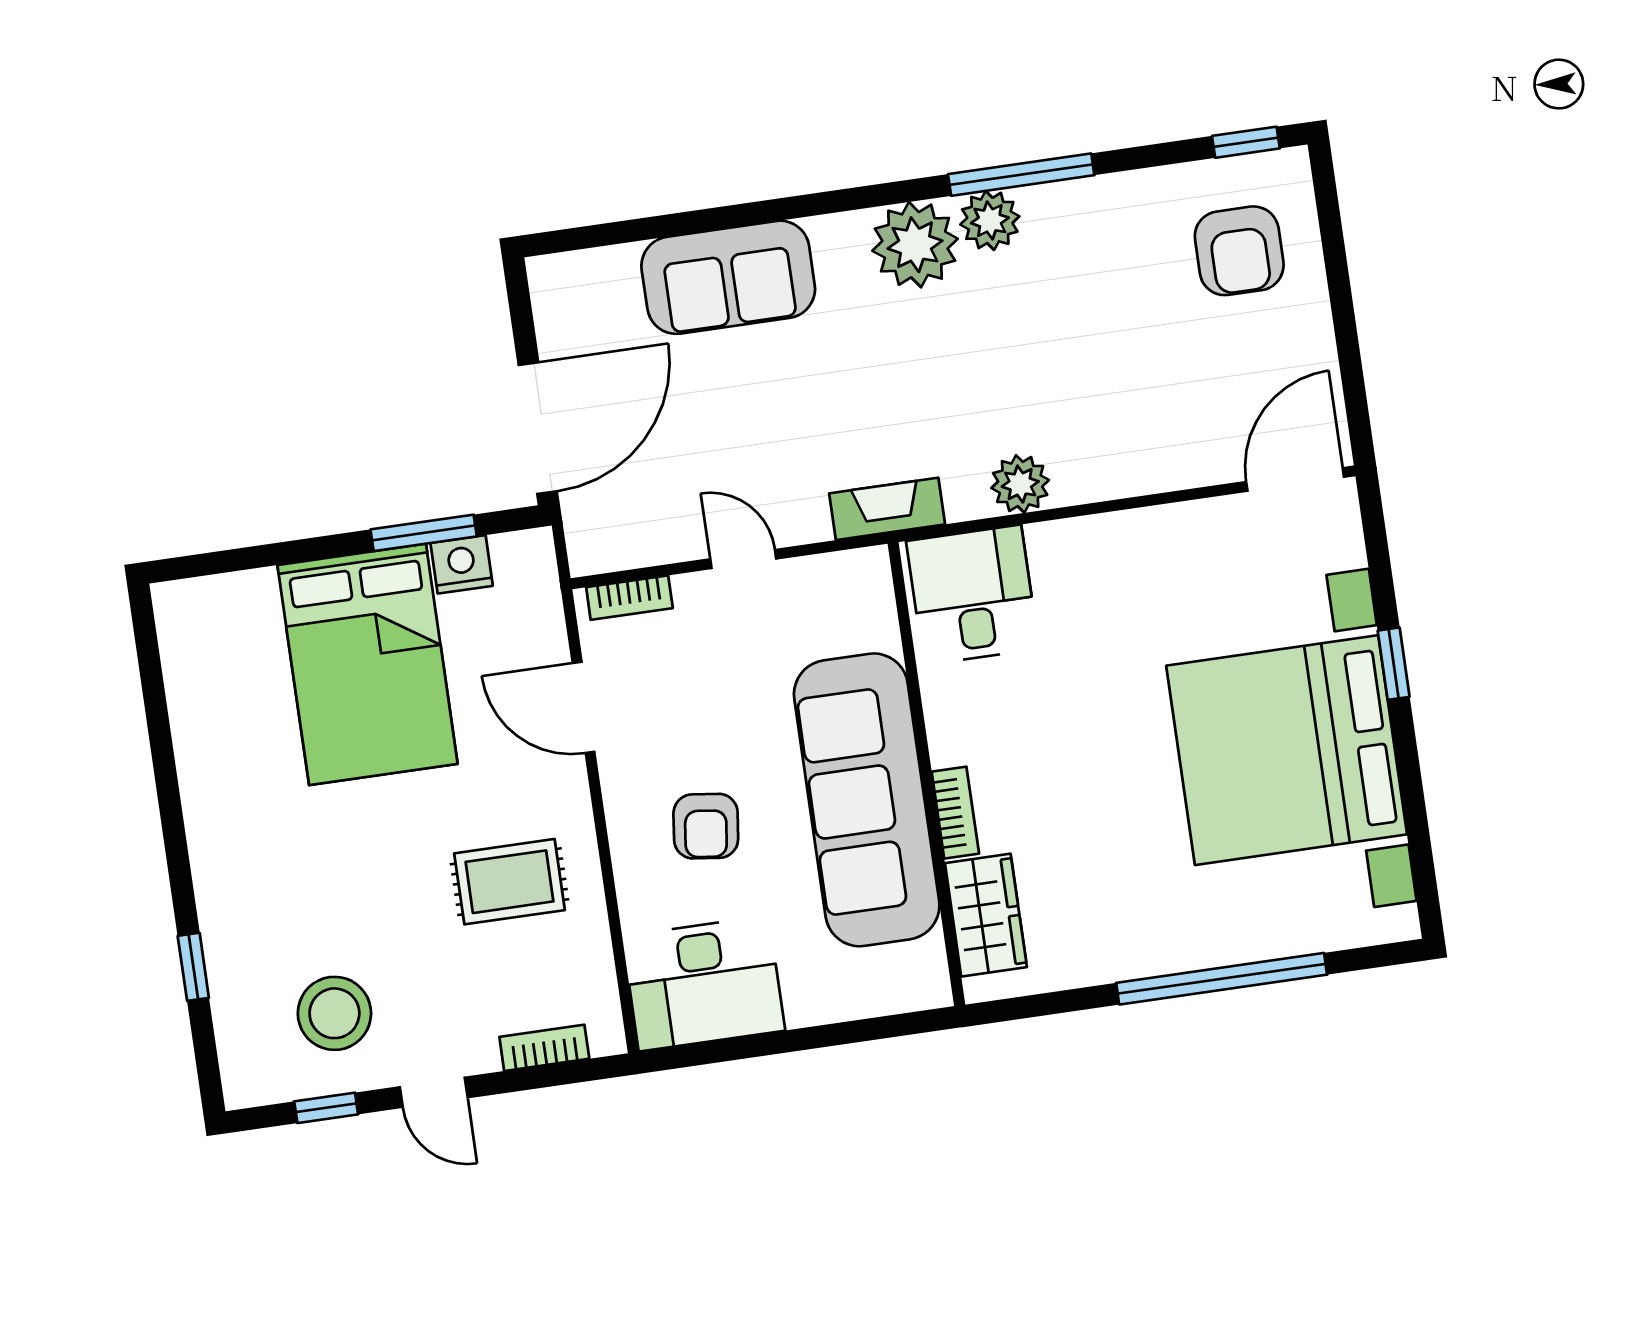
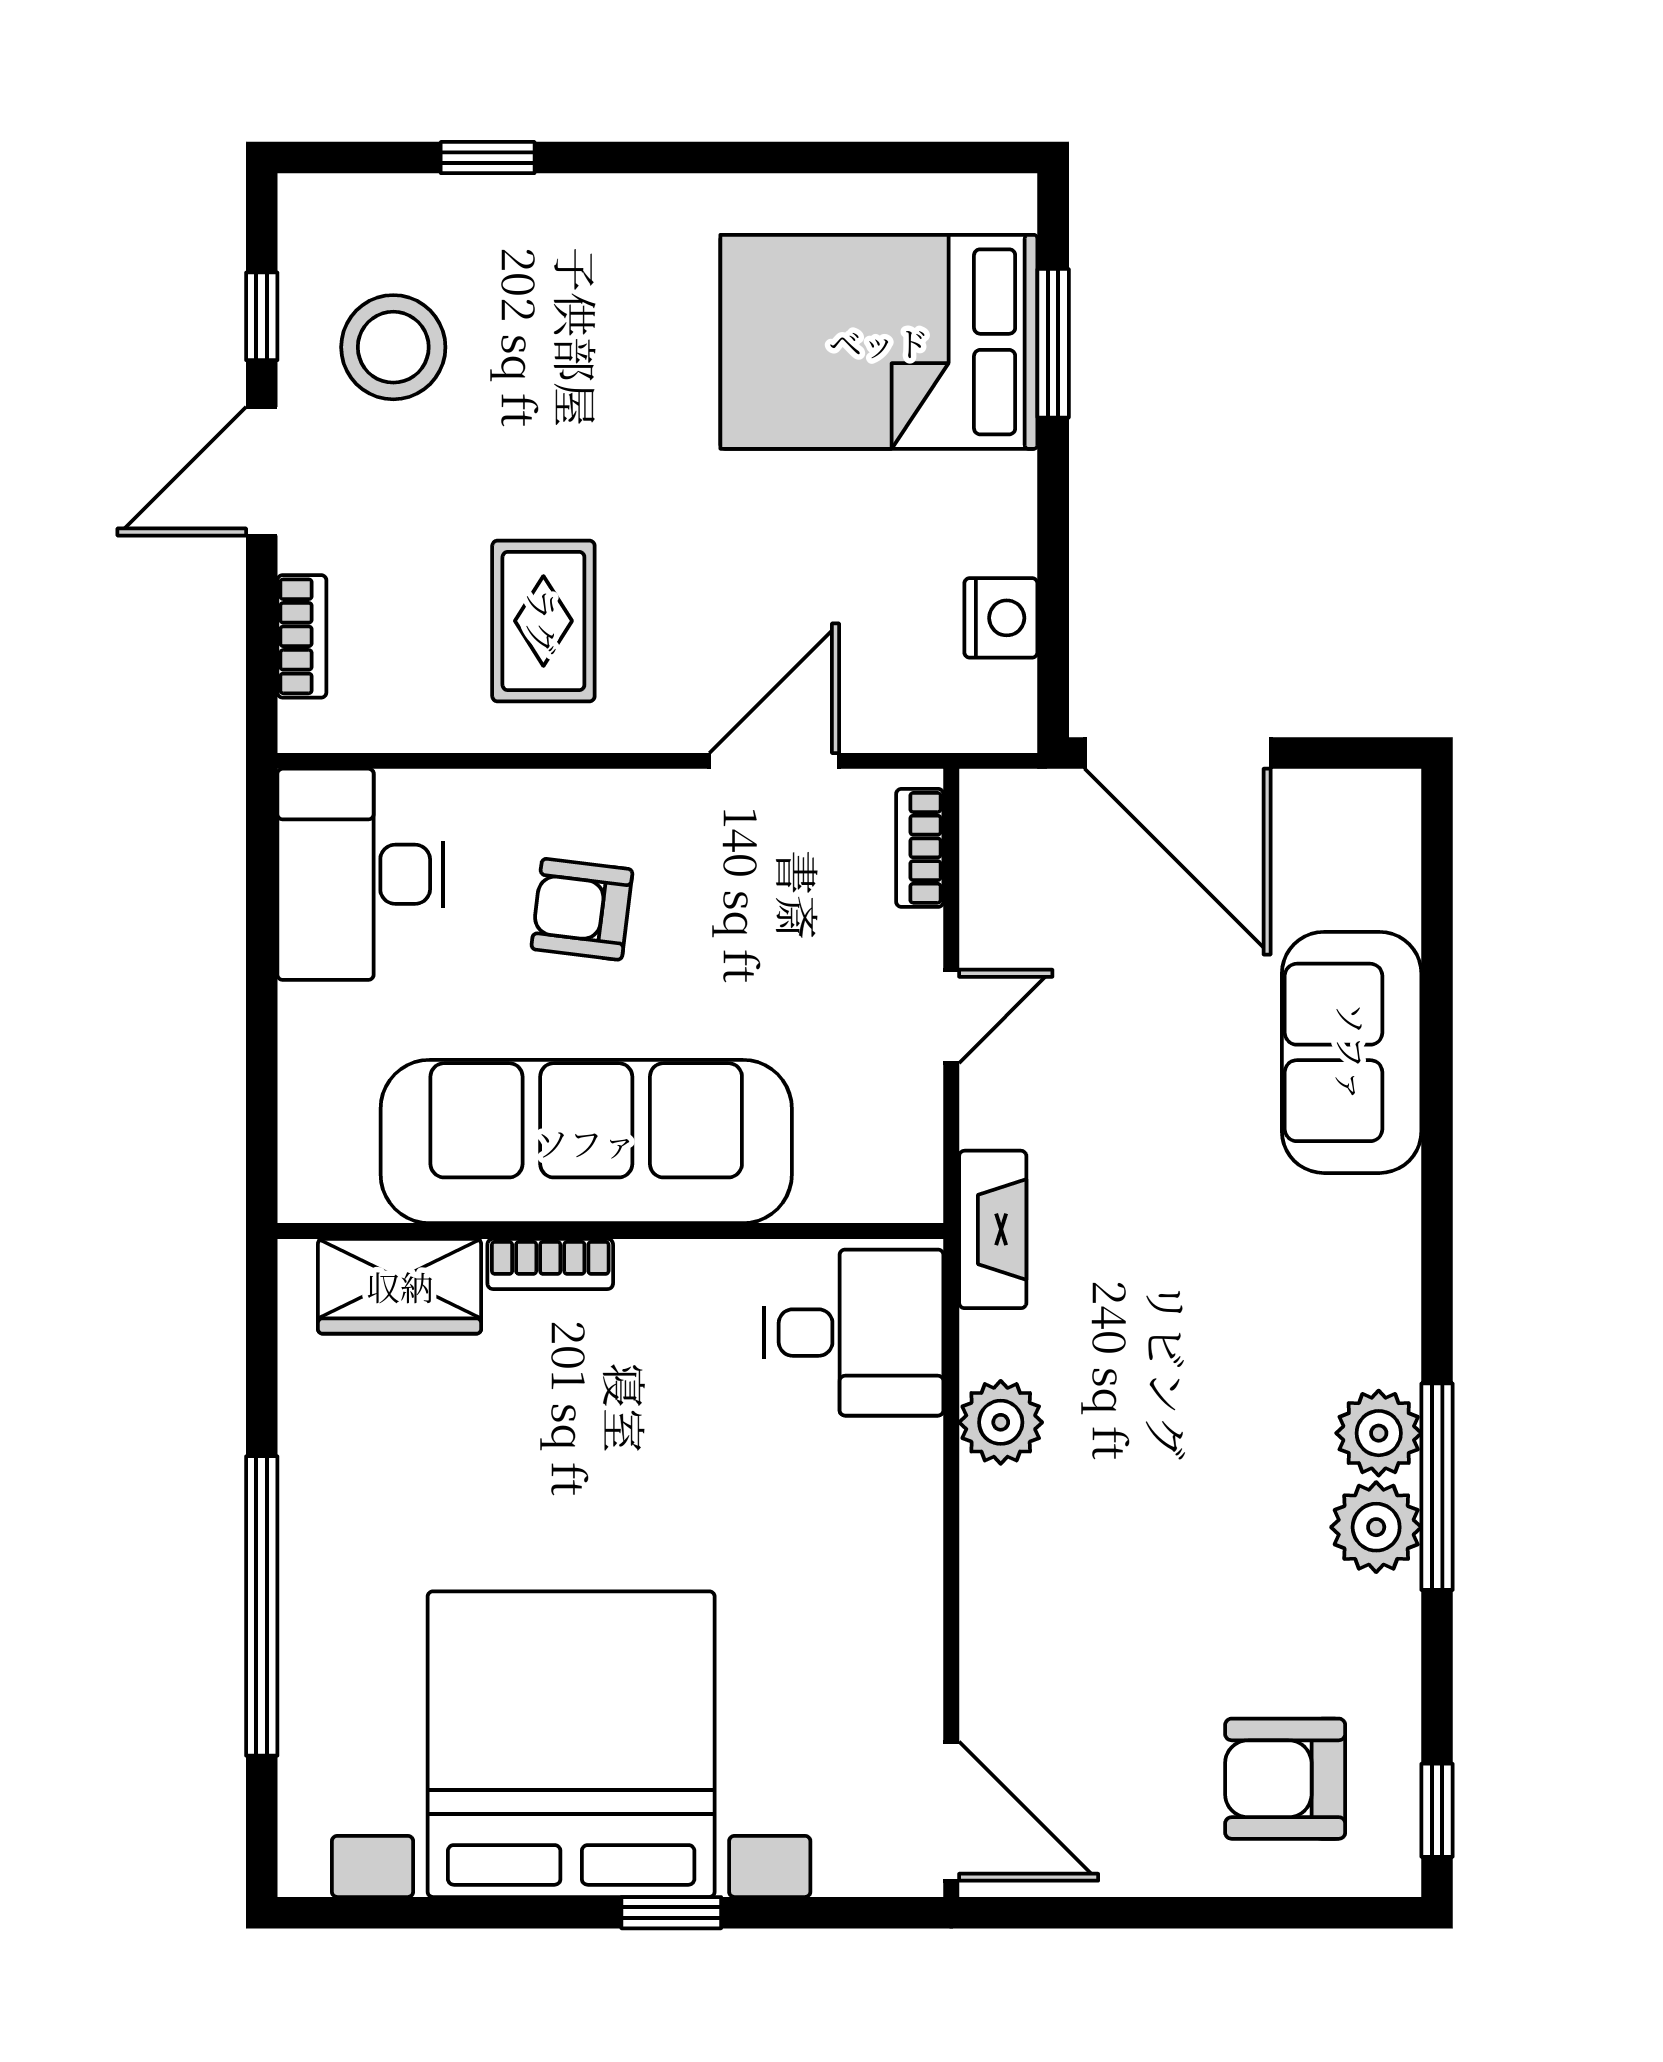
plant: (915, 245) -> (1376, 1527), moved, width x0.73, depth x0.73
window: (424, 533) -> (1053, 343), moved
bed: (368, 664) -> (879, 342), moved
door: (434, 1092) -> (262, 471), width x1.38

